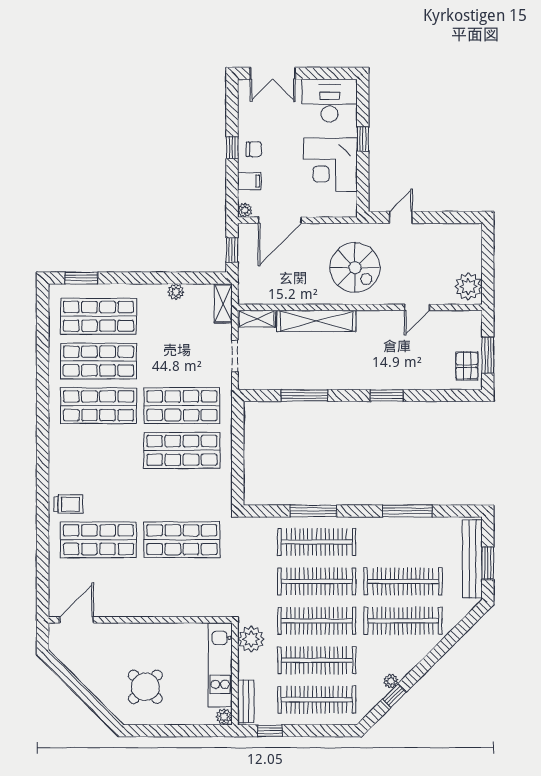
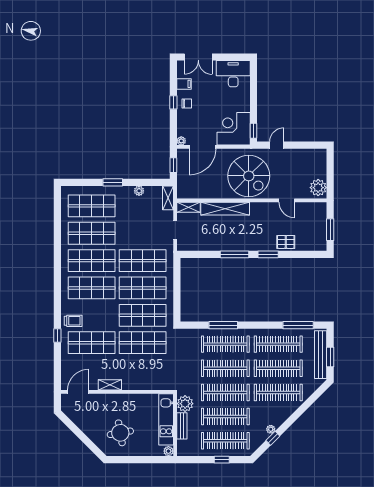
window: (363, 139) -> (254, 131), moved
corner desk: (330, 165) -> (234, 129), moved, turned 90
filing cabinet: (249, 181) -> (184, 84), moved
spiral stairs: (355, 268) -> (249, 176), width x1.37, depth x1.37
window: (81, 278) -> (113, 182), moved
door: (417, 307) -> (287, 200), hinge flipped
pallet: (467, 366) -> (286, 242), moved, turned 90
window: (304, 395) -> (235, 254), moved
shop shelf: (98, 450) -> (92, 288), added
shop shelf: (182, 495) -> (143, 315), added
window: (407, 511) -> (298, 325), moved
window: (43, 528) -> (57, 336), added
clothes rail: (403, 542) -> (278, 344), added
shelving: (128, 609) -> (110, 385), added
round table: (145, 687) -> (120, 433), turned 35
bench: (246, 701) -> (182, 426), moved
window: (270, 731) -> (222, 460), moved

